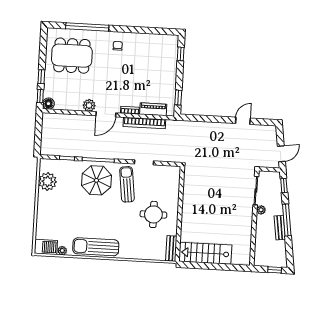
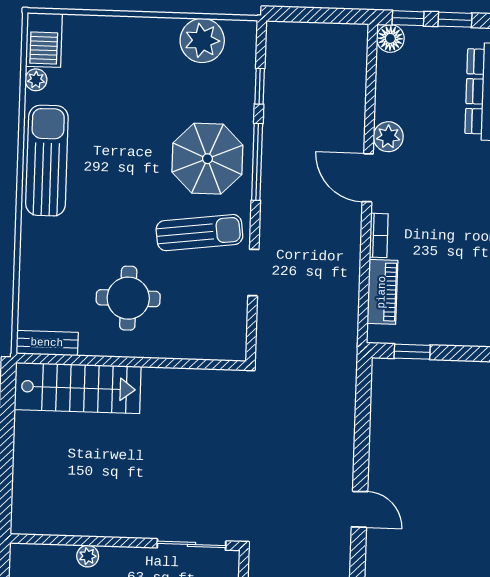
bookcase: (144, 123) -> (349, 271), removed
plant: (261, 210) -> (88, 556), moved
stairs: (205, 253) -> (78, 388), moved, turned 90

